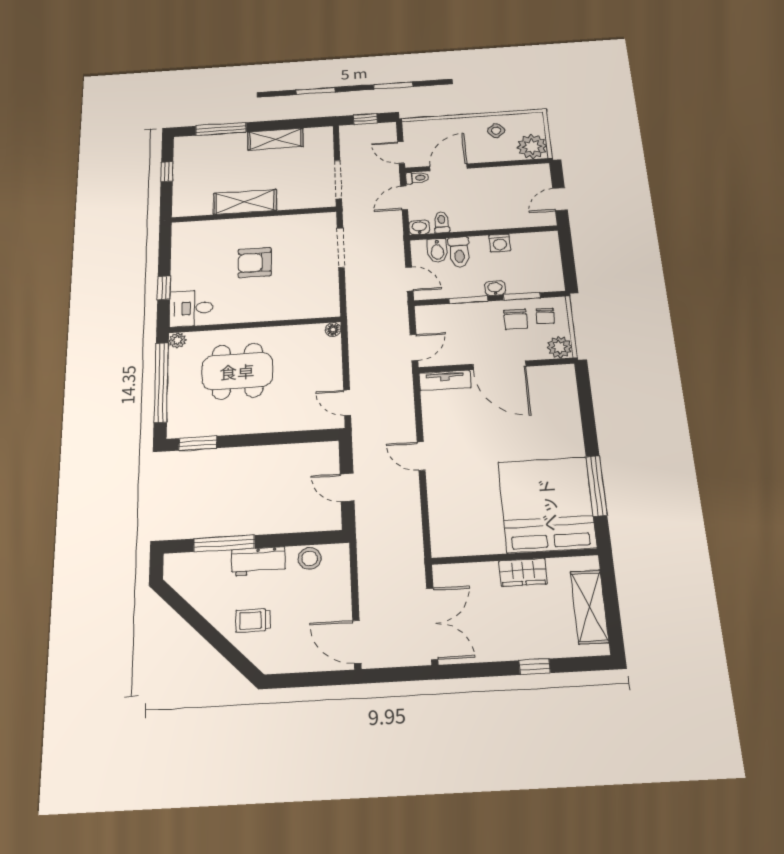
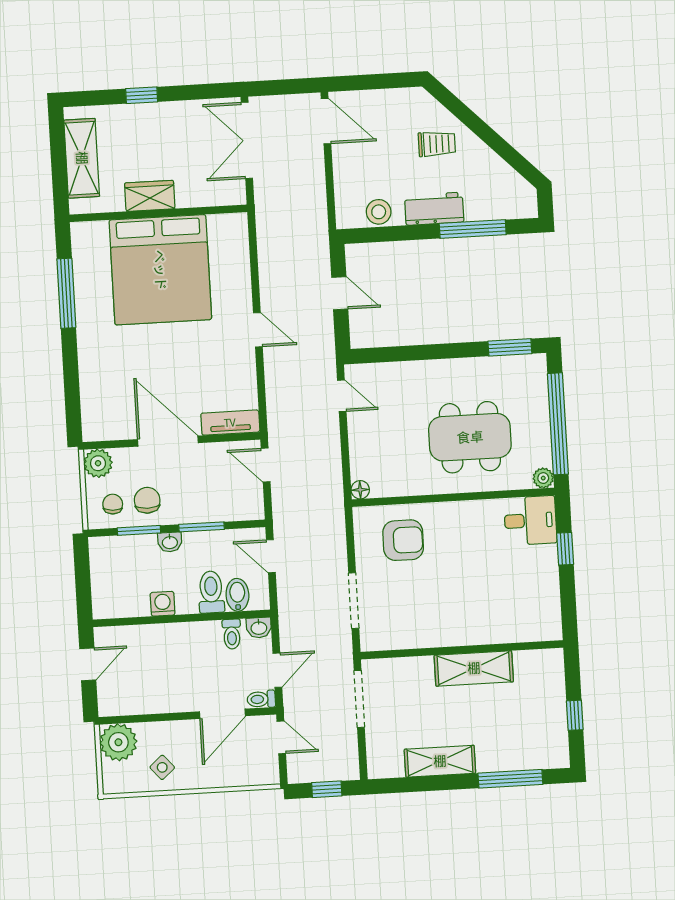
armchair: (255, 263) -> (403, 540), moved
door: (414, 348) -> (266, 465), hinge flipped
bed: (547, 505) -> (160, 270), moved

